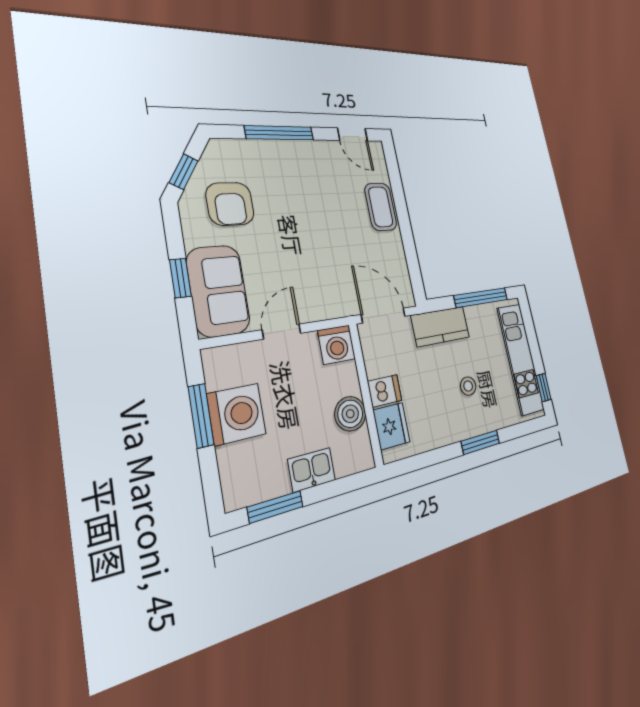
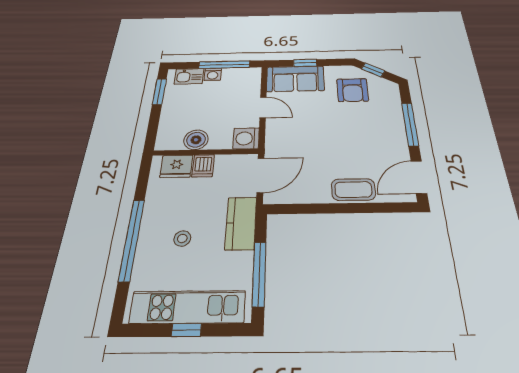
door: (353, 134) -> (419, 177), width x1.38
armchair: (230, 204) -> (353, 90), turned -90
window: (544, 388) -> (186, 330), moved
washing machine: (236, 414) -> (213, 74), width x0.53, depth x0.53
window: (201, 416) -> (224, 65), width x1.44
window: (480, 442) -> (132, 239), width x2.11
kitchen sink: (312, 470) -> (189, 76), moved, turned 90

